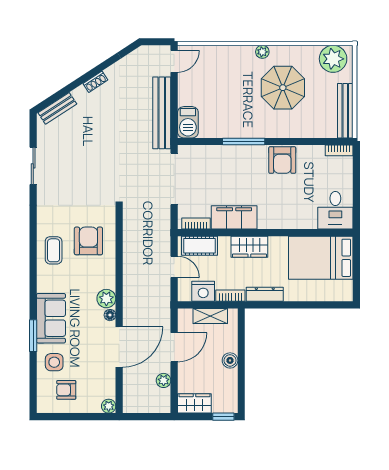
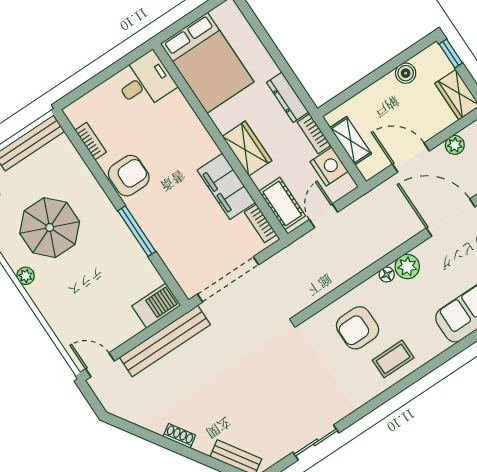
bookcase: (339, 150) -> (91, 141), moved
floor lamp: (110, 315) -> (387, 275), moved
boiler: (230, 360) -> (406, 73), moved

